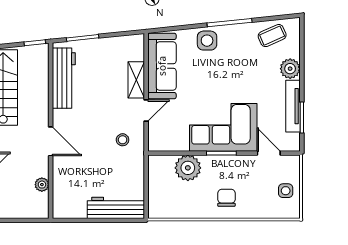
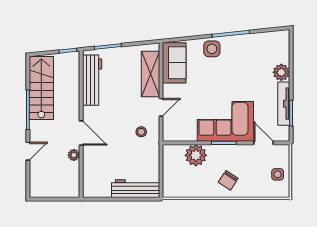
coffee table: (272, 36) -> (266, 45), removed
sofa: (162, 66) -> (174, 63), width x0.73
shelving: (136, 80) -> (150, 74), width x1.50, depth x1.33
plant: (42, 185) -> (74, 155), moved
chair: (226, 198) -> (228, 180), turned -147

